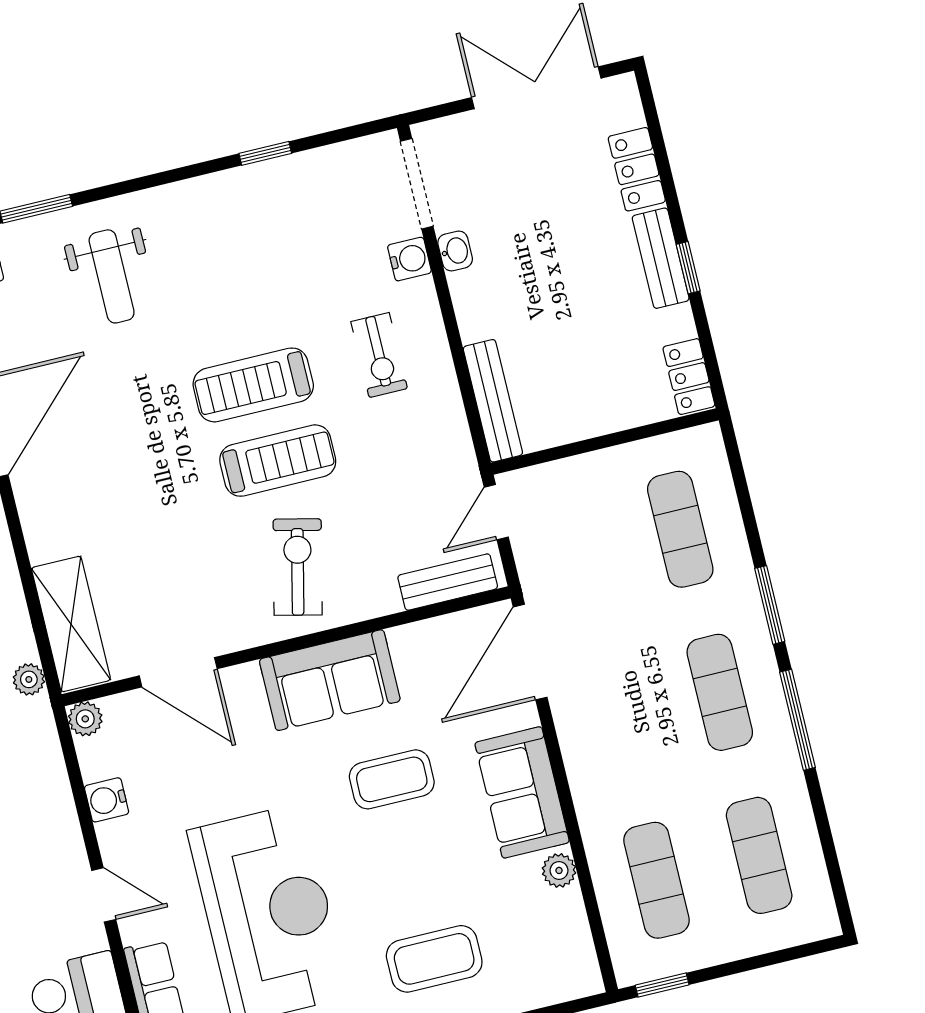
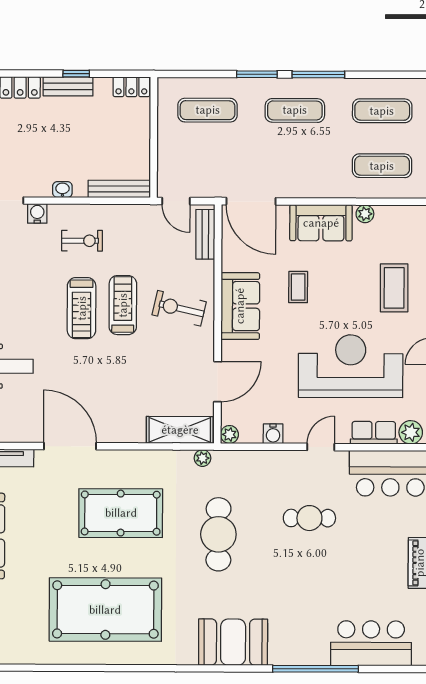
washbasin: (455, 251) -> (62, 189), moved
coffee table: (392, 779) -> (298, 287), width x0.73, depth x0.77

